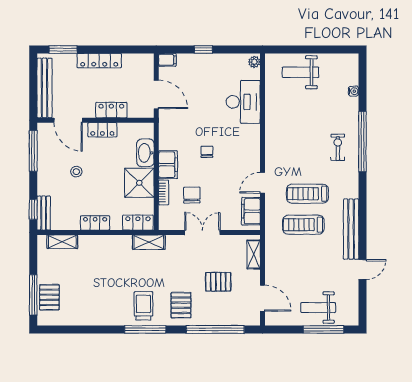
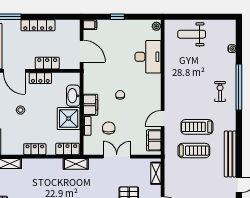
treadmill: (303, 225) -> (194, 151), turned 180

